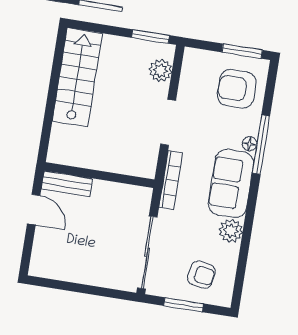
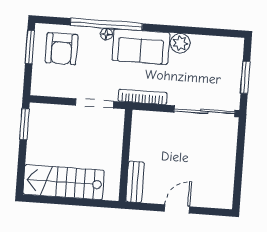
plant: (160, 71) -> (52, 113), removed
window: (261, 145) -> (106, 24), width x1.46
wall: (99, 175) -> (125, 155), moved
bench: (67, 184) -> (135, 182), moved
armchair: (201, 275) -> (219, 65), removed

